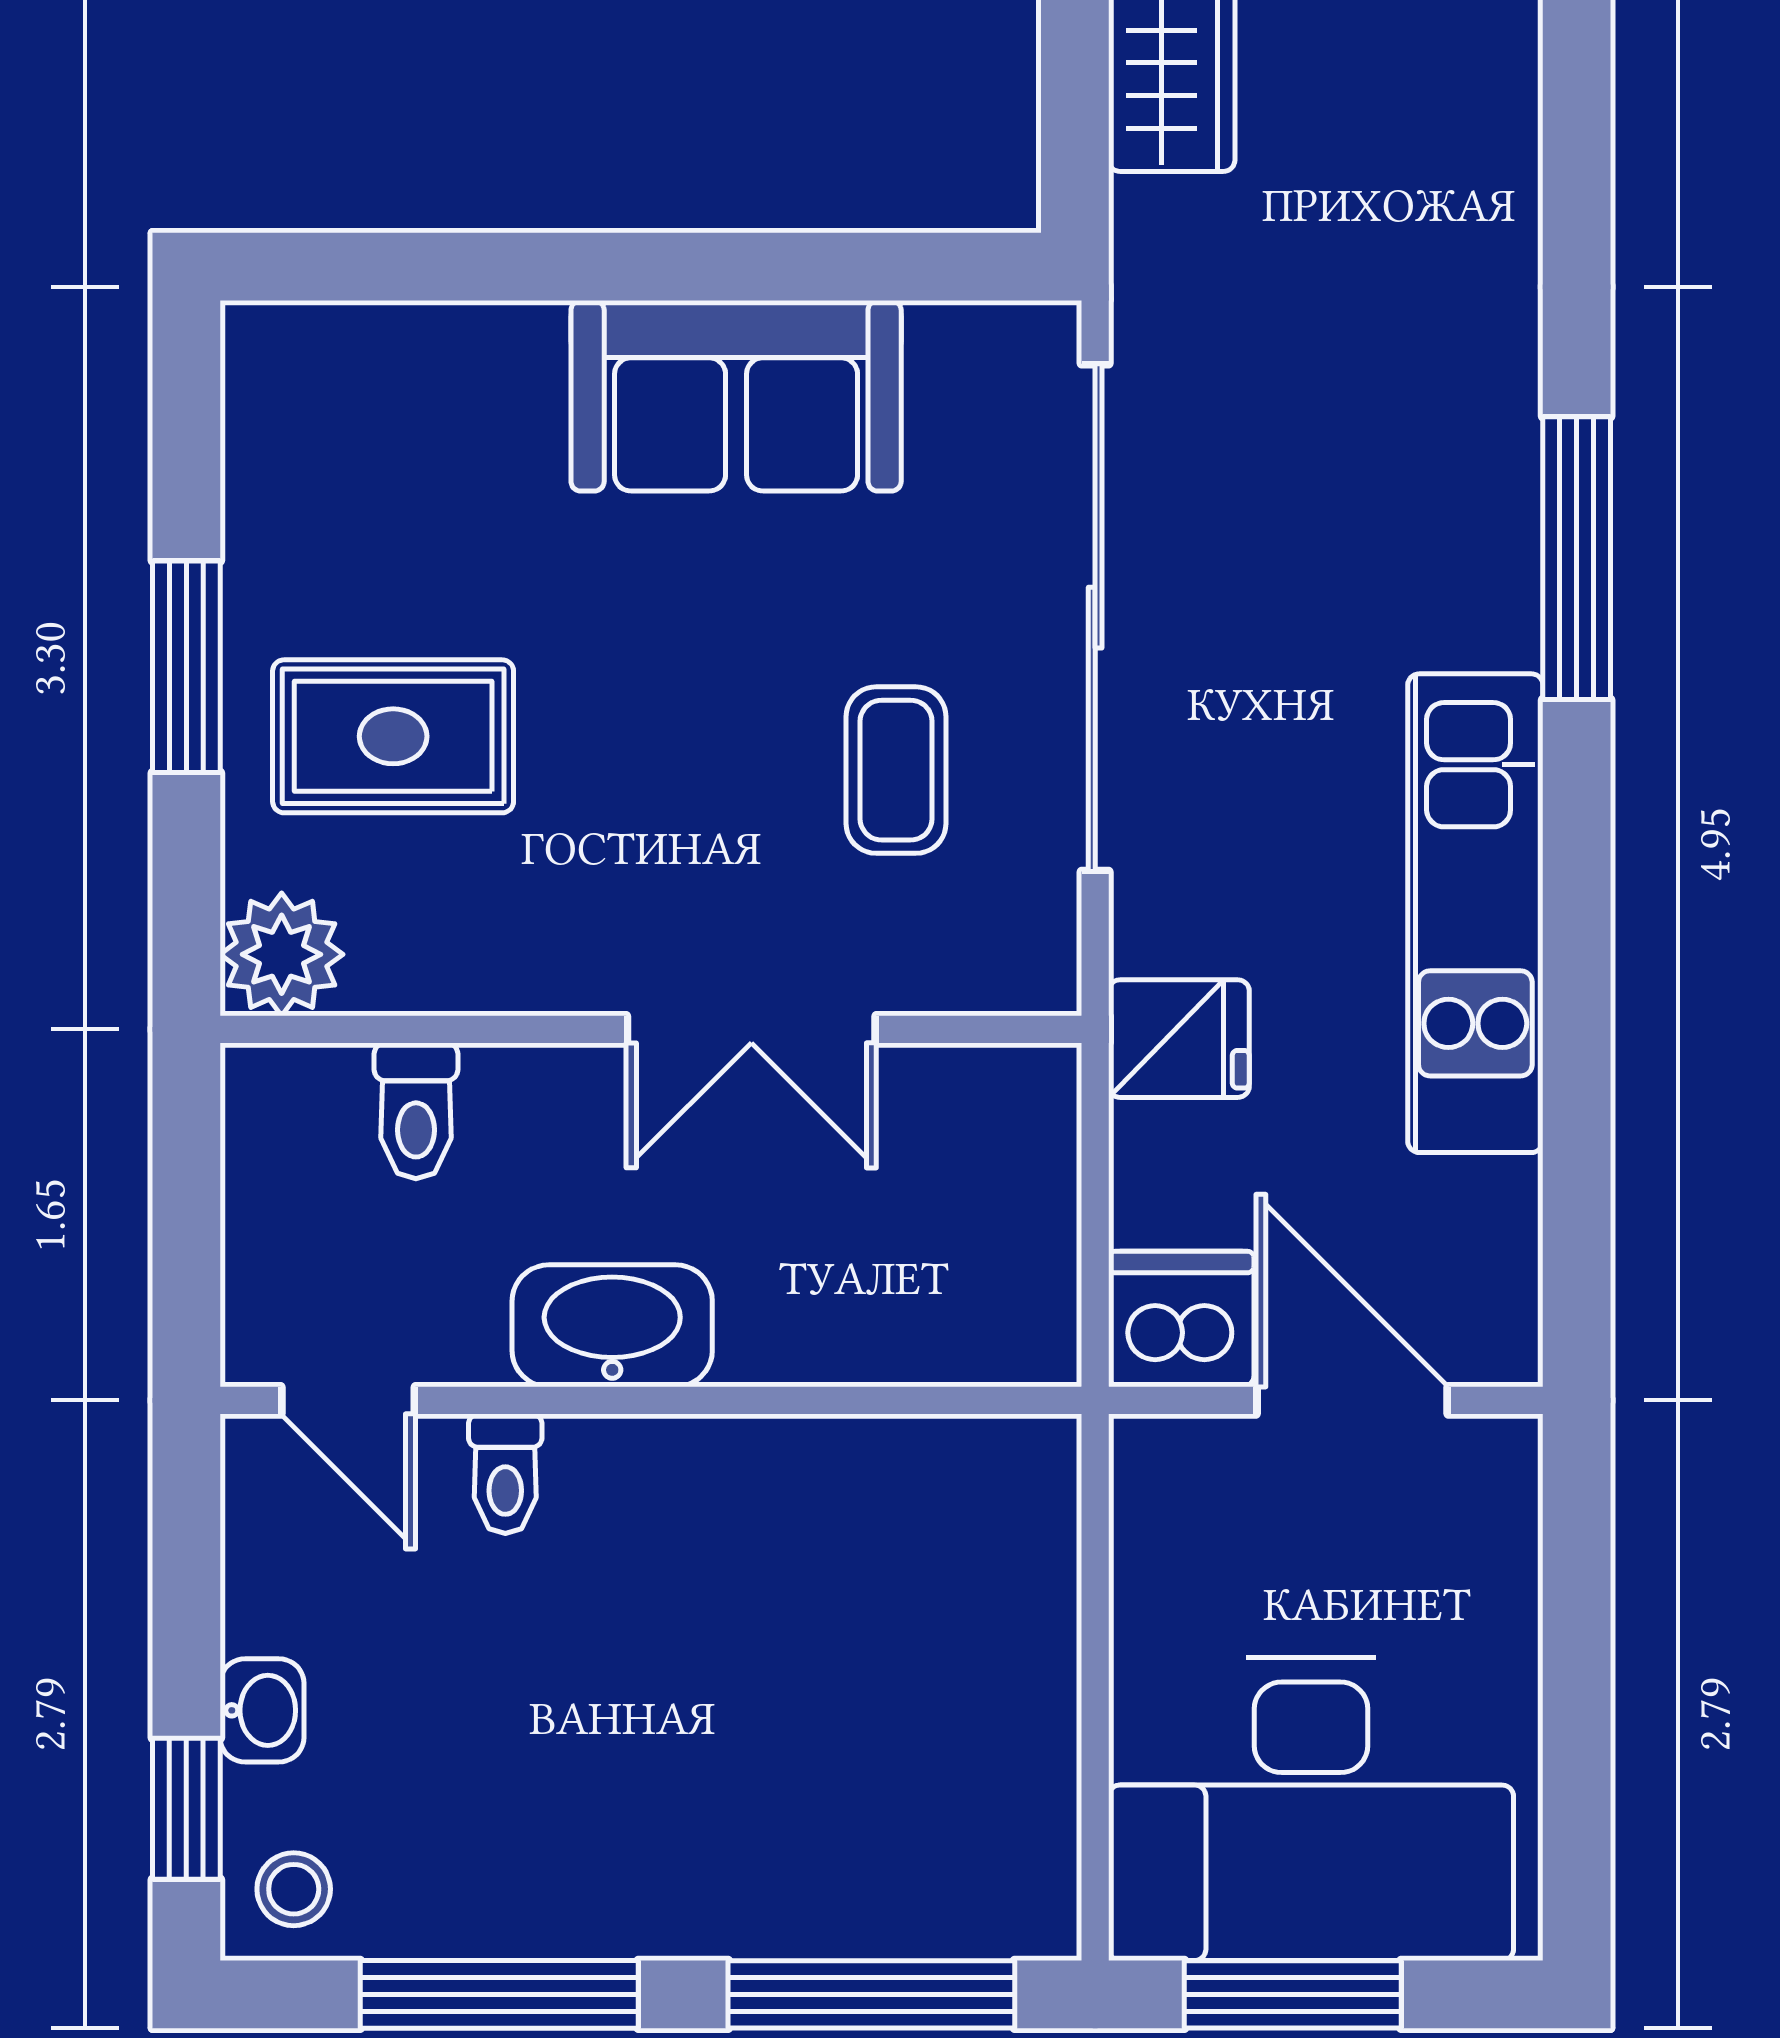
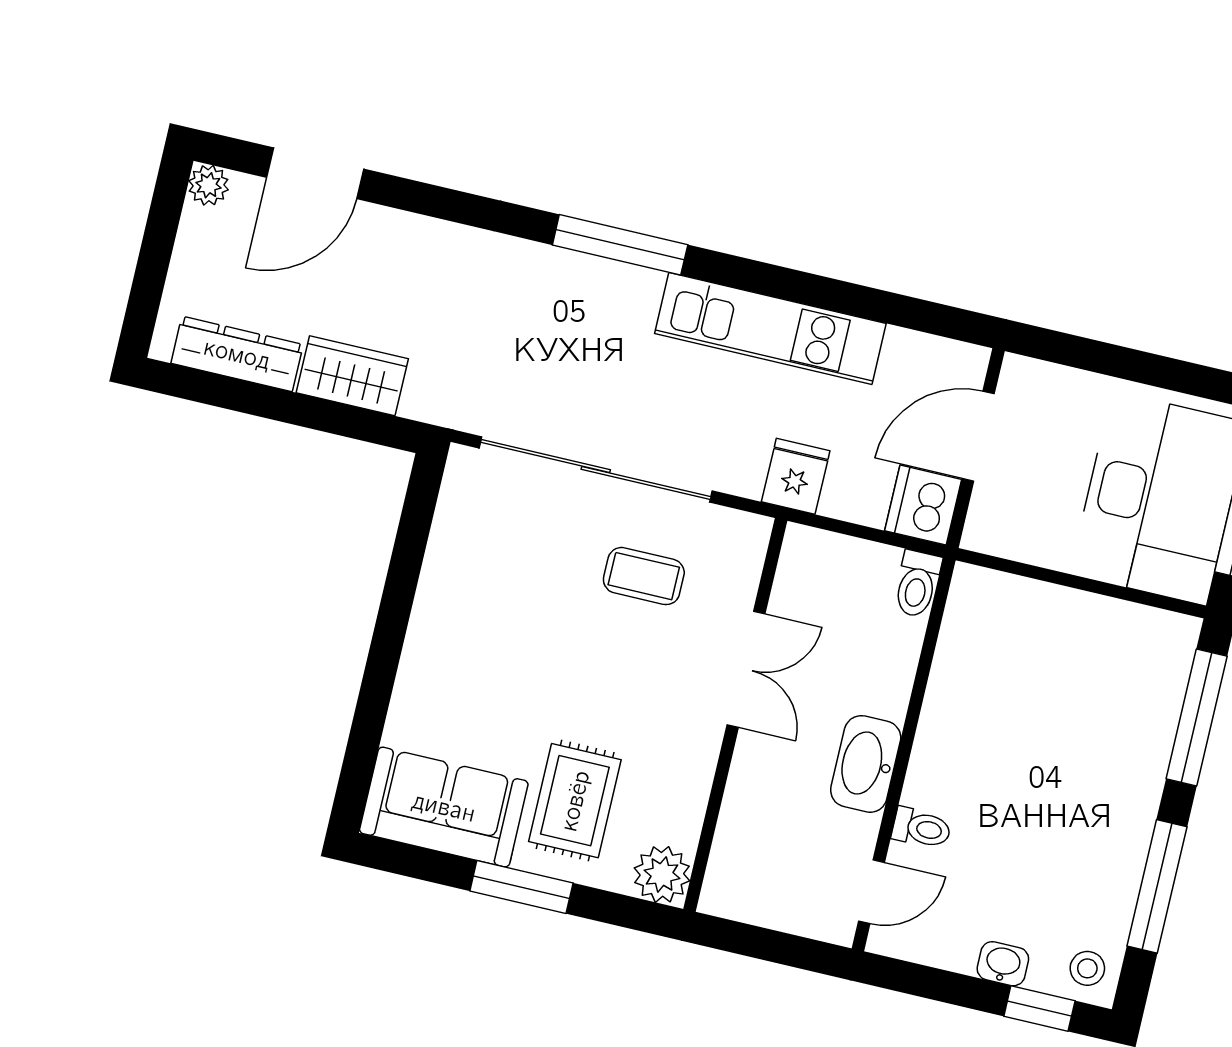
sofa: (736, 396) -> (444, 807), moved, turned -90
toilet: (416, 1111) -> (917, 584), moved, turned 90

